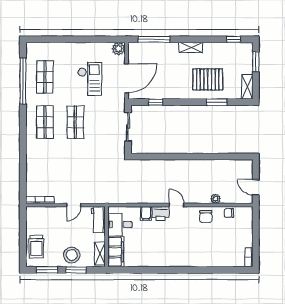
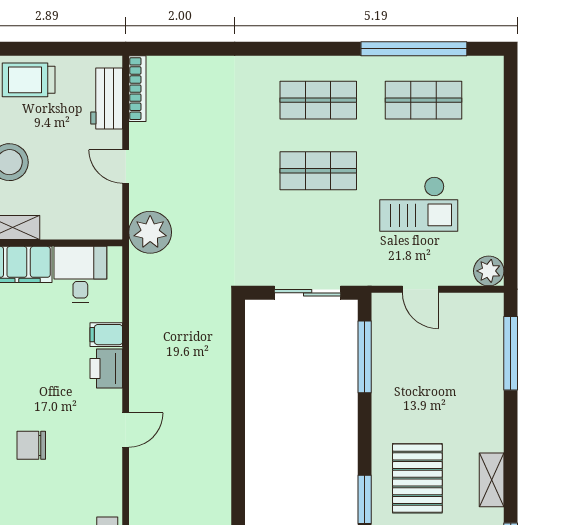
shelving: (191, 47) -> (492, 480), moved
door: (126, 78) -> (420, 289), width x0.53
window: (156, 102) -> (365, 357), width x2.17
plant: (215, 199) -> (150, 232), moved, width x1.88, depth x1.88
door: (177, 205) -> (126, 430), moved
chair: (206, 217) -> (31, 445), moved
workbench: (98, 220) -> (107, 98), moved, turned -90

